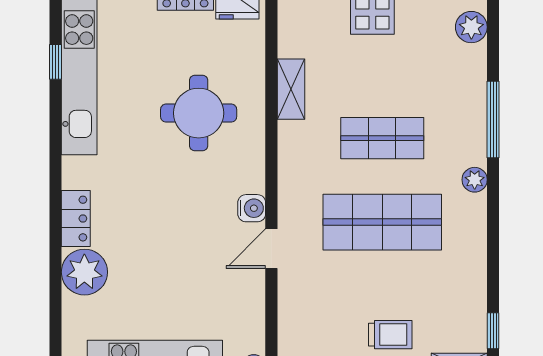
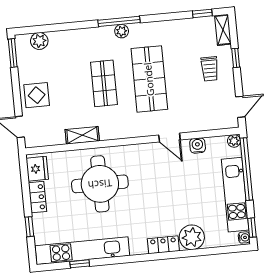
round table: (199, 113) -> (100, 184), width x1.36, depth x1.36
window: (493, 119) -> (119, 21), moved
water cooler: (252, 208) -> (198, 146), moved
trolley: (390, 335) -> (210, 69), turned 180

